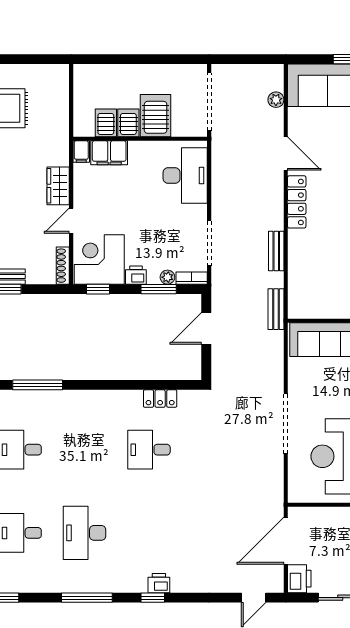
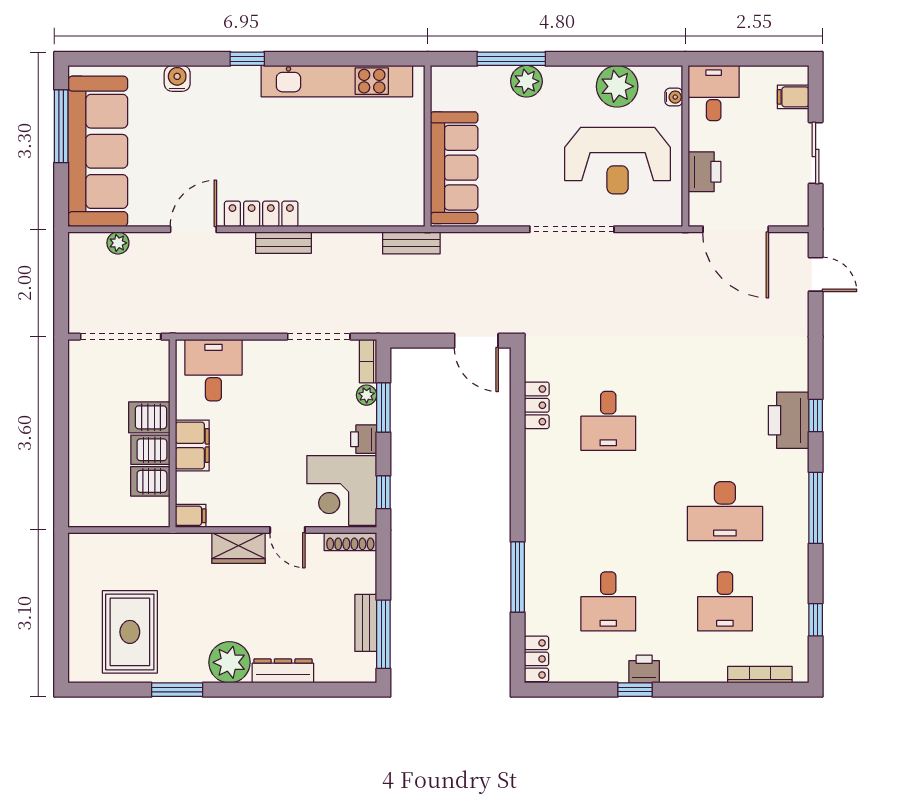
server rack: (156, 116) -> (149, 417), width x0.73, depth x0.70
filing cabinet: (109, 153) -> (192, 445), moved
desk: (185, 175) -> (213, 370), width x0.73
bench: (276, 251) -> (283, 243), moved
door: (206, 328) -> (476, 341), moved
printer: (299, 579) -> (704, 172), moved, turned 90
printer: (159, 583) -> (789, 420), width x1.87, depth x1.48

